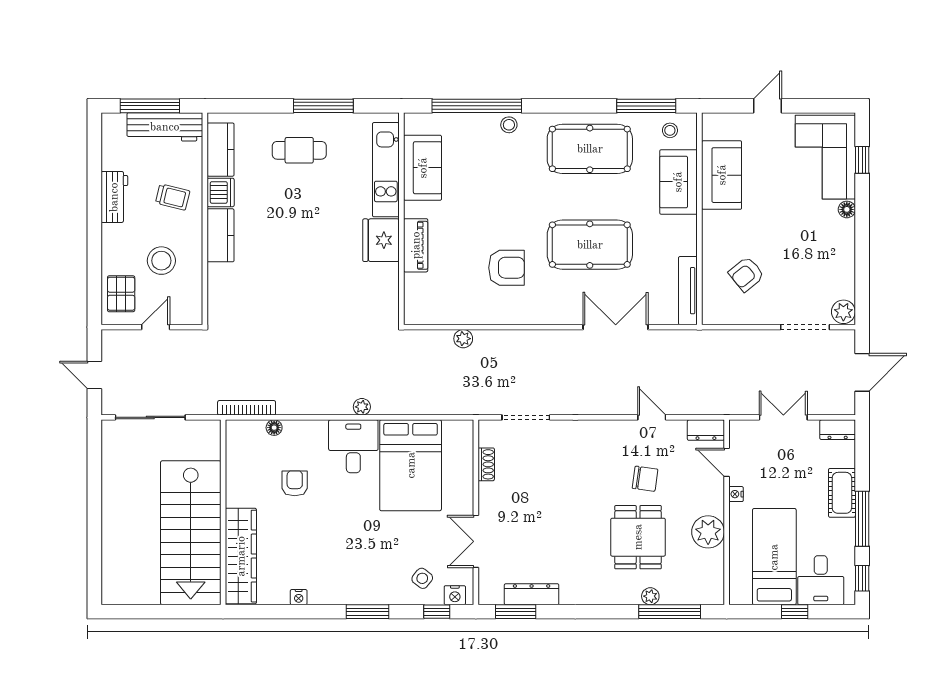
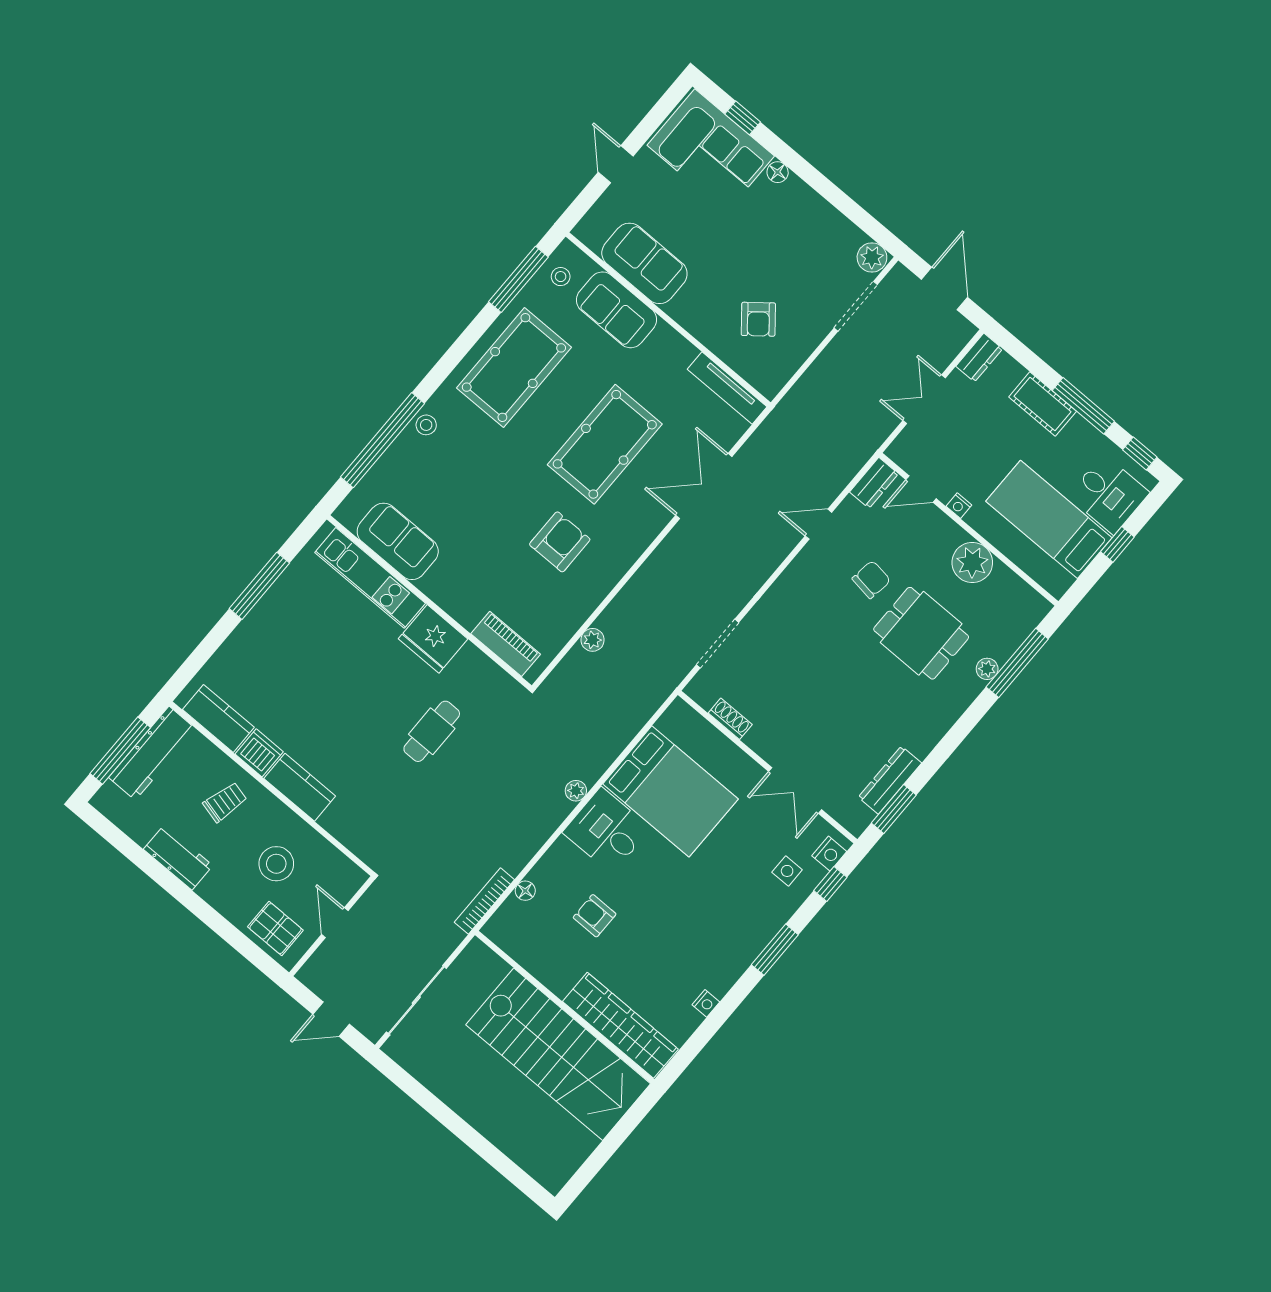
cafe table: (299, 150) -> (432, 731), moved
piano: (416, 245) -> (506, 644), moved
side table: (422, 578) -> (787, 871), turned -38

